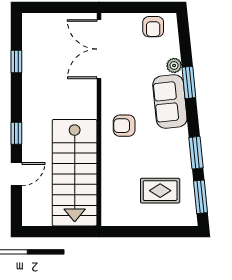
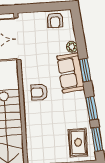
window: (189, 82) -> (85, 70), moved
rug: (160, 191) -> (78, 142), moved, turned 90

